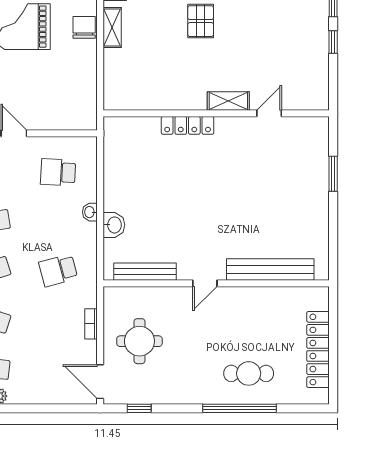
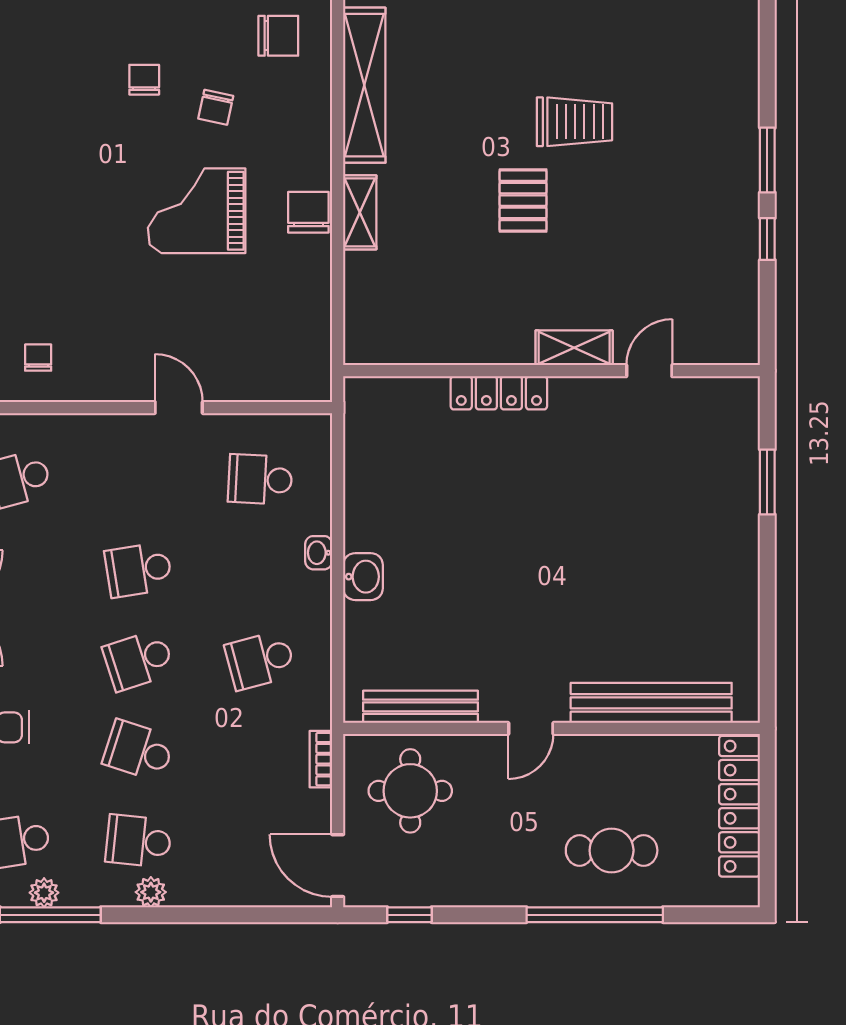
bench: (270, 269) -> (651, 703), moved
bench: (145, 272) -> (421, 707), moved
door: (205, 283) -> (531, 728), moved
wall: (216, 283) -> (552, 728), moved

